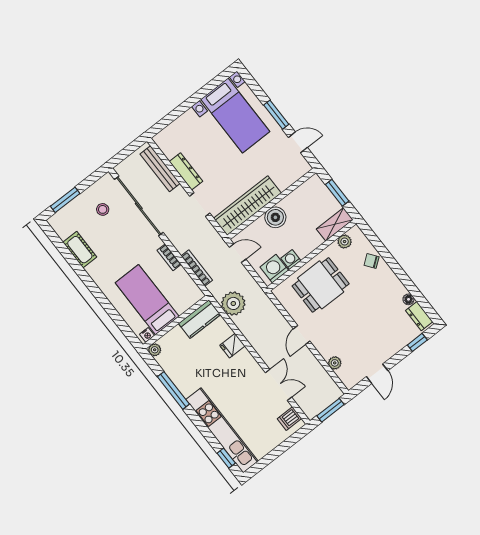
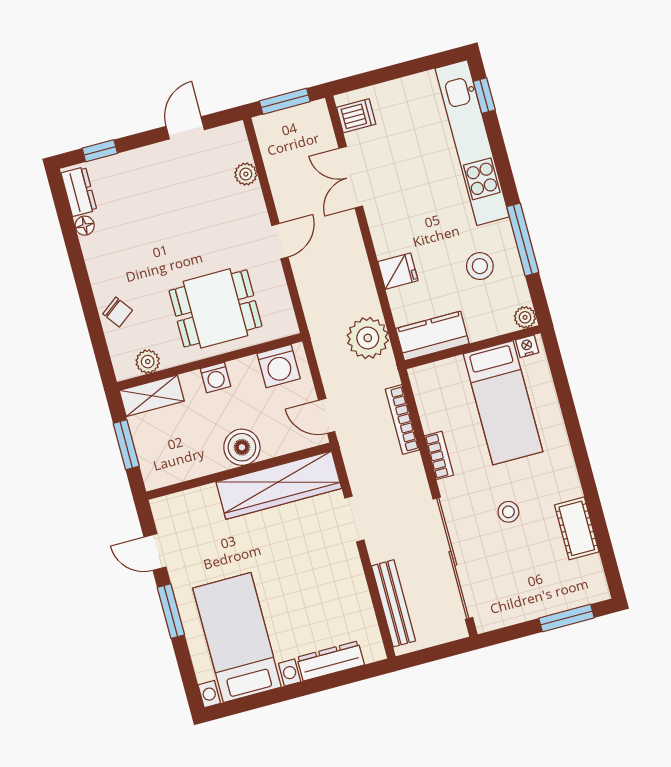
dresser: (186, 171) -> (331, 661), moved, turned 90
stool: (103, 209) -> (508, 512), moved
washing machine: (291, 259) -> (216, 378), moved
stool: (190, 367) -> (480, 266), added

